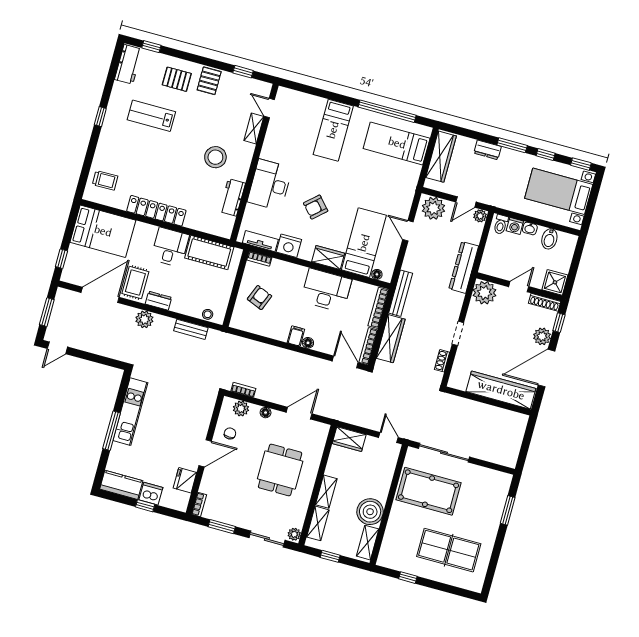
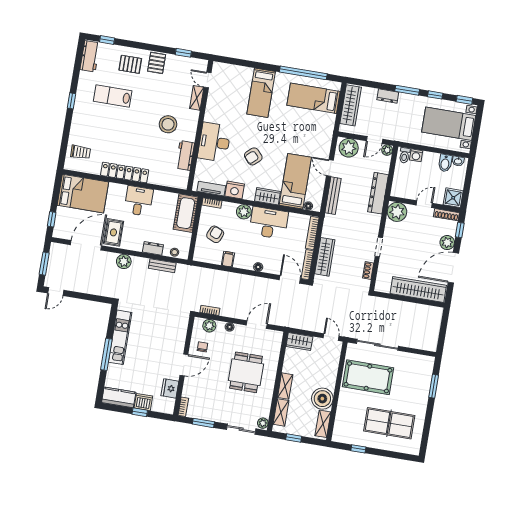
washbasin: (530, 228) -> (458, 161), moved
cot: (209, 253) -> (186, 213), moved, turned 90
plant: (297, 274) -> (244, 212), added
bench: (401, 293) -> (333, 196), moved
dresser: (158, 301) -> (153, 248), moved
filing cabinet: (296, 336) -> (228, 259), moved

